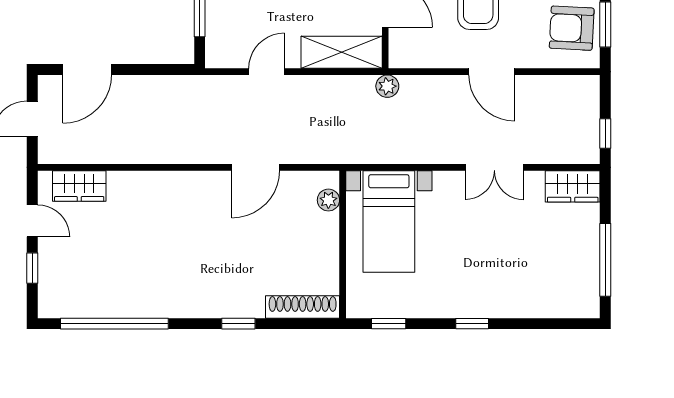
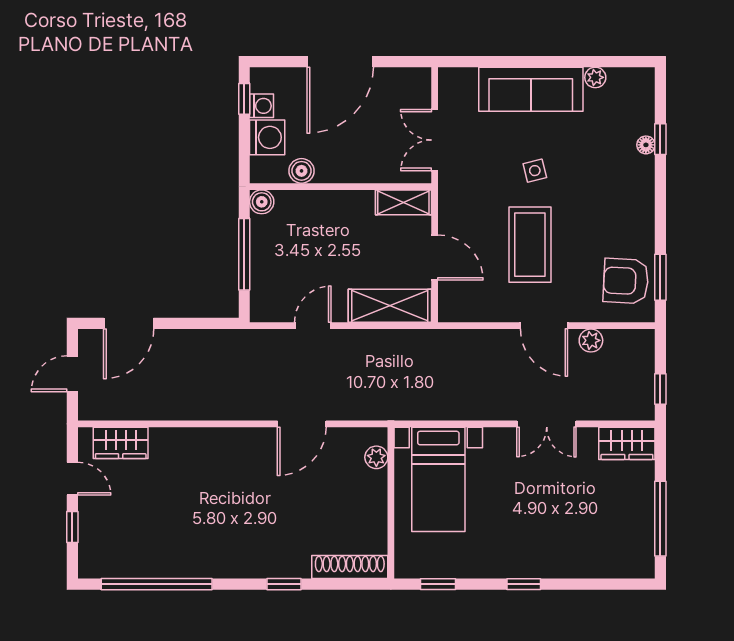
plant: (387, 86) -> (591, 340), moved

